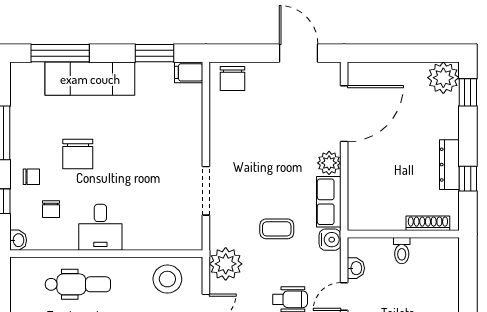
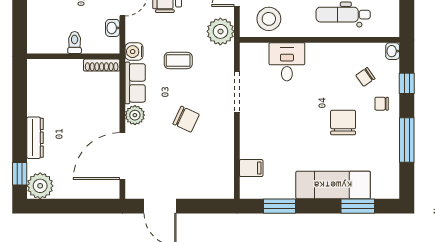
window: (60, 53) -> (358, 206), width x0.69
filing cabinet: (189, 72) -> (251, 168), moved
chair: (232, 78) -> (186, 119), moved, turned 115
dresser: (449, 165) -> (35, 138), moved
window: (468, 179) -> (20, 102), removed
chair: (51, 209) -> (365, 77), turned -125
shoe rack: (428, 223) -> (102, 65), moved
desk: (100, 227) -> (287, 62), moved

